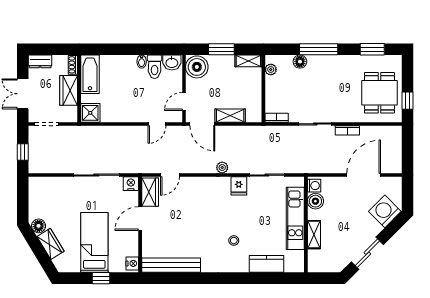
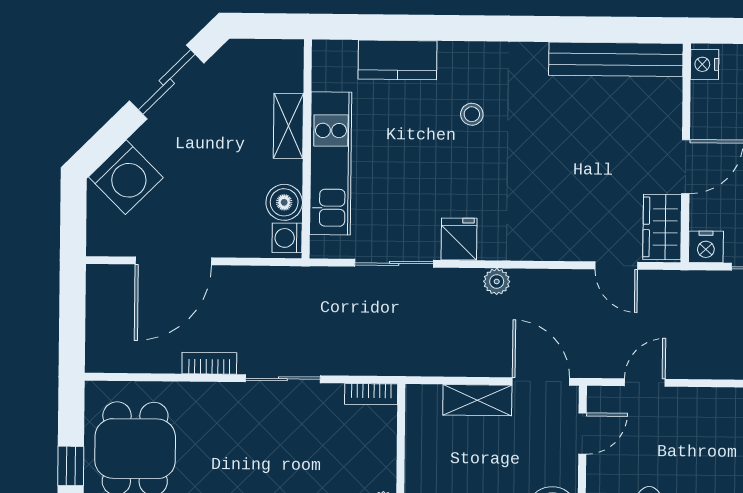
window: (408, 101) -> (71, 466), moved
door: (170, 175) -> (616, 266), swing flipped

